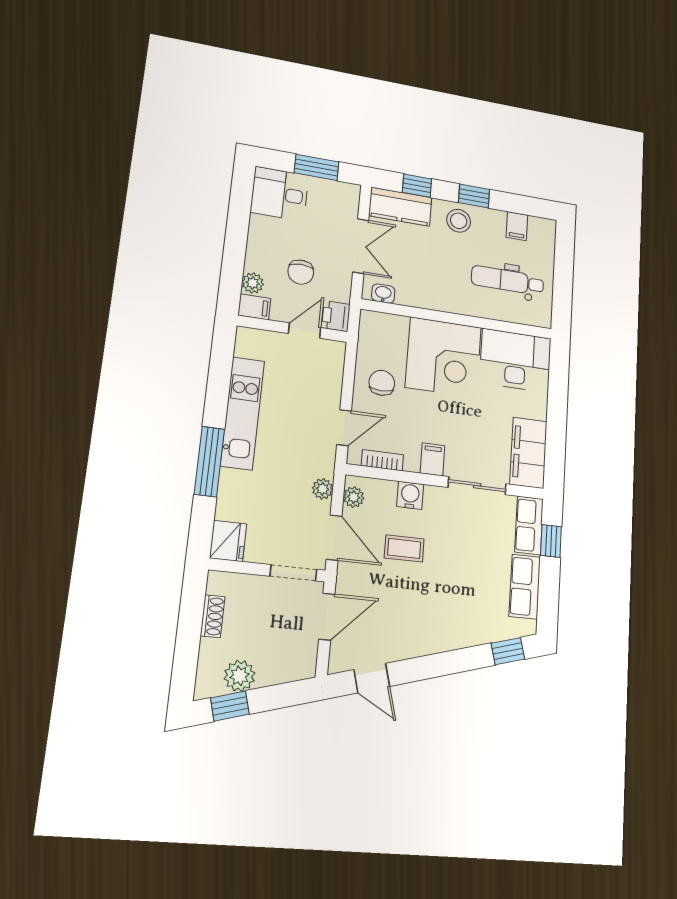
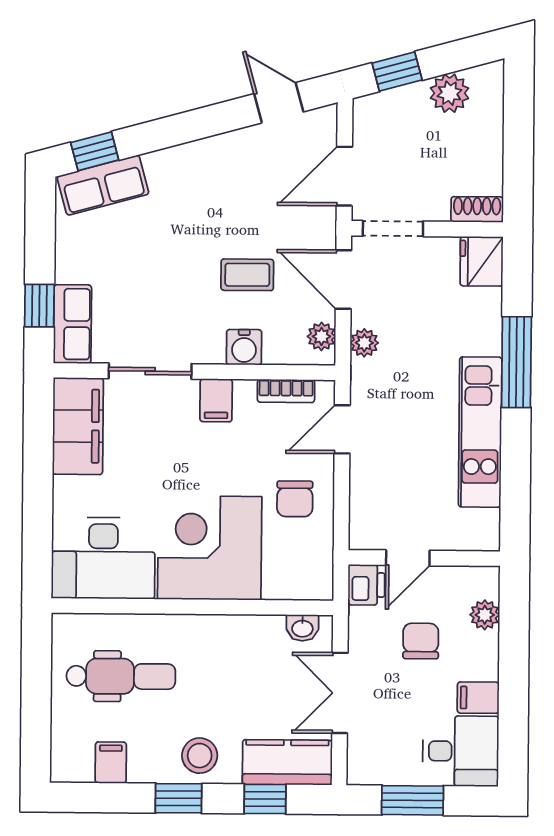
filing cabinet: (254, 307) -> (478, 698), moved
row of seats: (525, 587) -> (103, 185), moved, turned 75
shoe rack: (213, 616) -> (477, 209), moved, turned 90
window: (230, 706) -> (397, 72), moved

